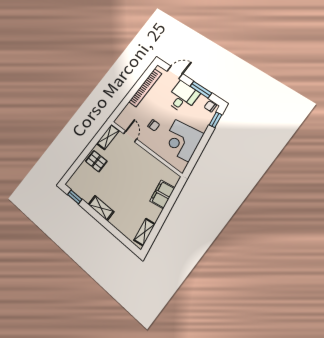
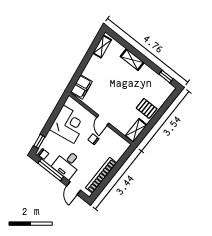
door: (175, 72) -> (74, 188), hinge flipped
window: (201, 90) -> (51, 170), width x1.44
door: (130, 136) -> (103, 120), moved
filing cabinet: (162, 194) -> (81, 87), moved
shelving: (101, 208) -> (132, 60), moved

